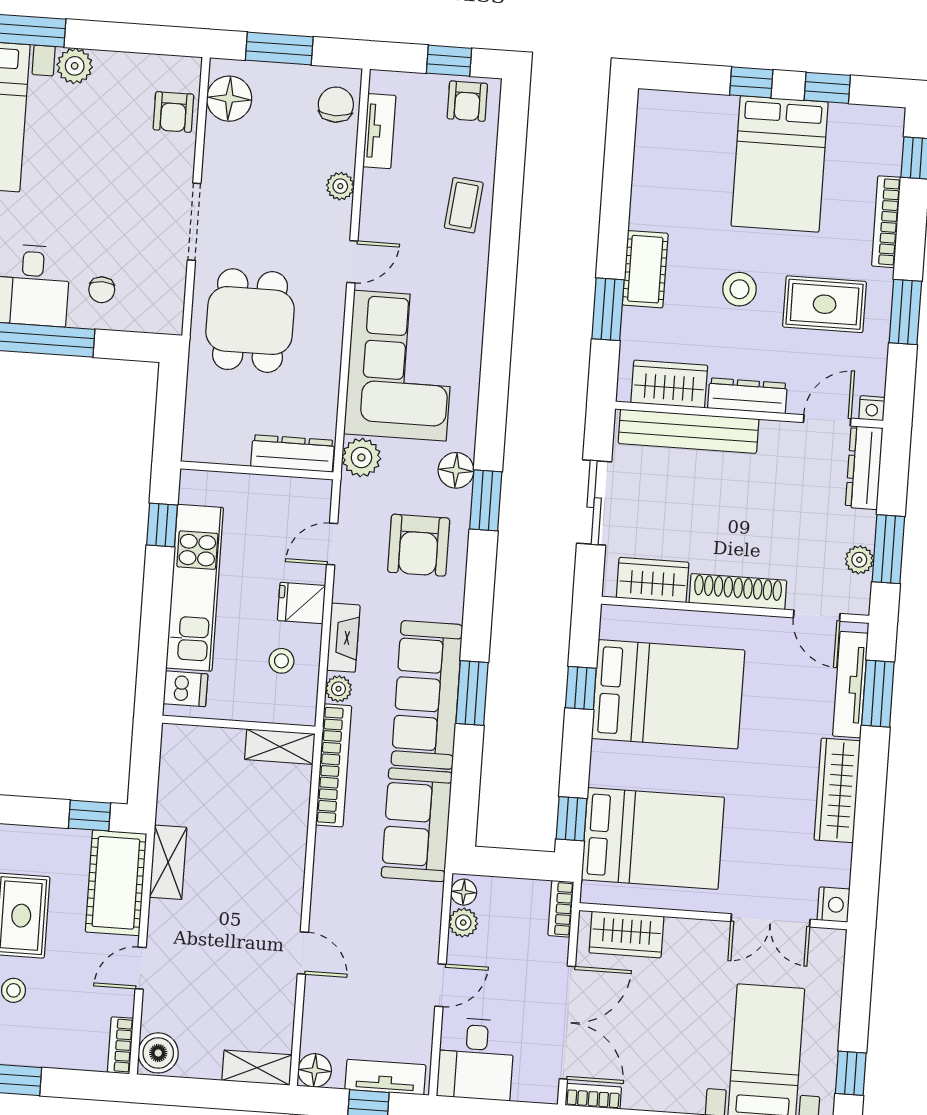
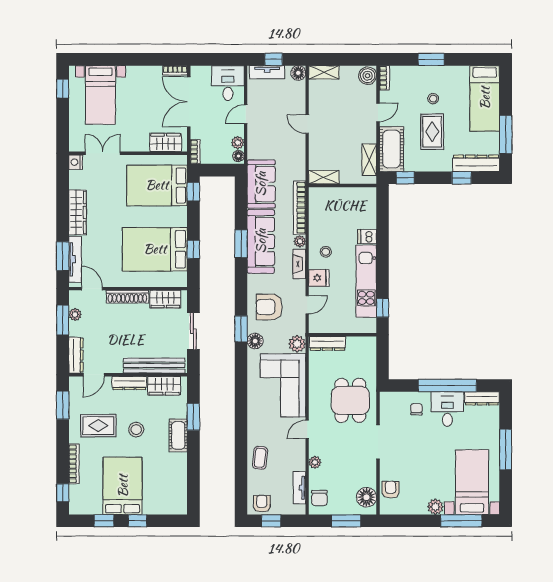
window: (905, 312) -> (63, 405), moved
nightstand: (872, 408) -> (74, 381), removed
armchair: (419, 545) -> (269, 307), turned -90
wall: (239, 725) -> (343, 186), moved
shelving: (280, 747) -> (324, 177), moved

